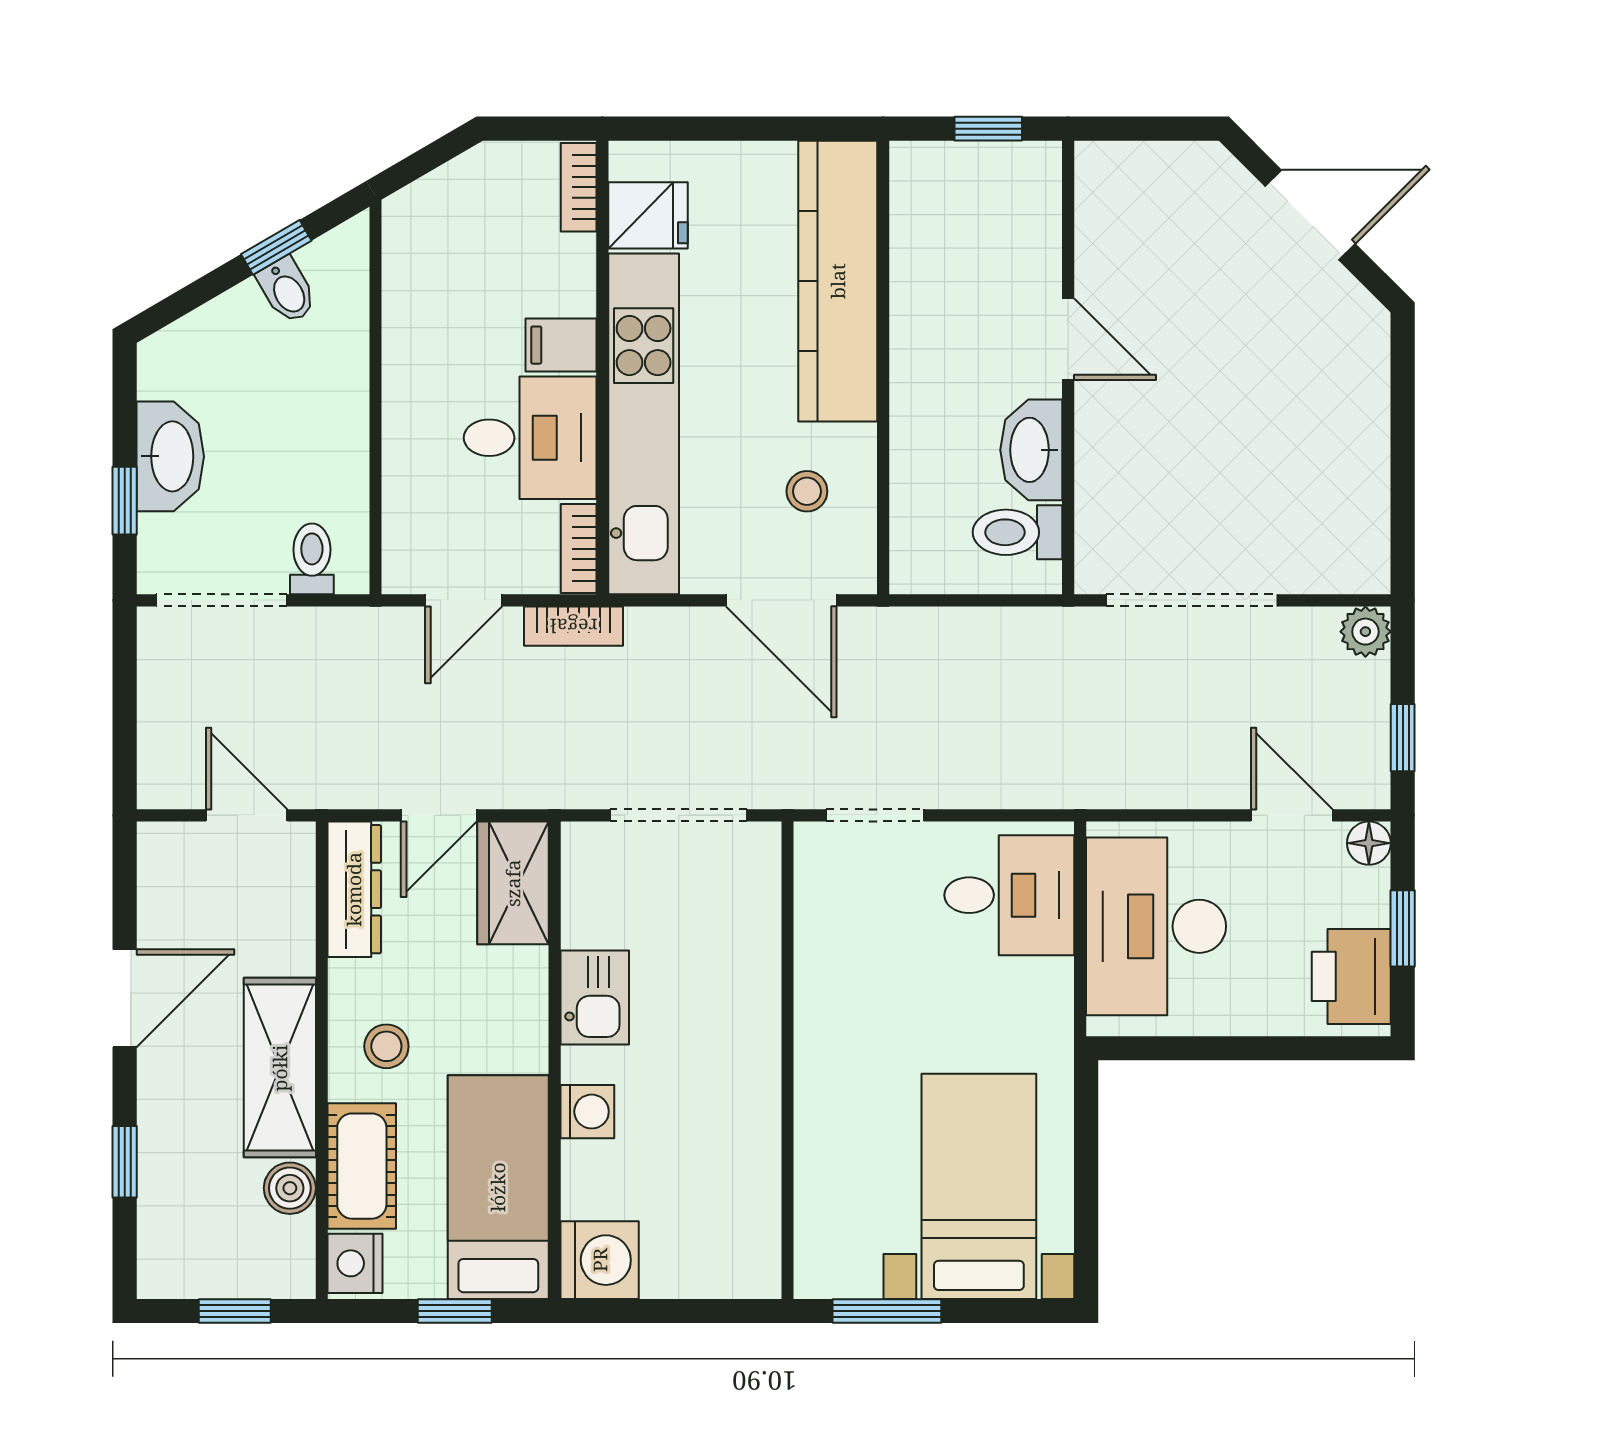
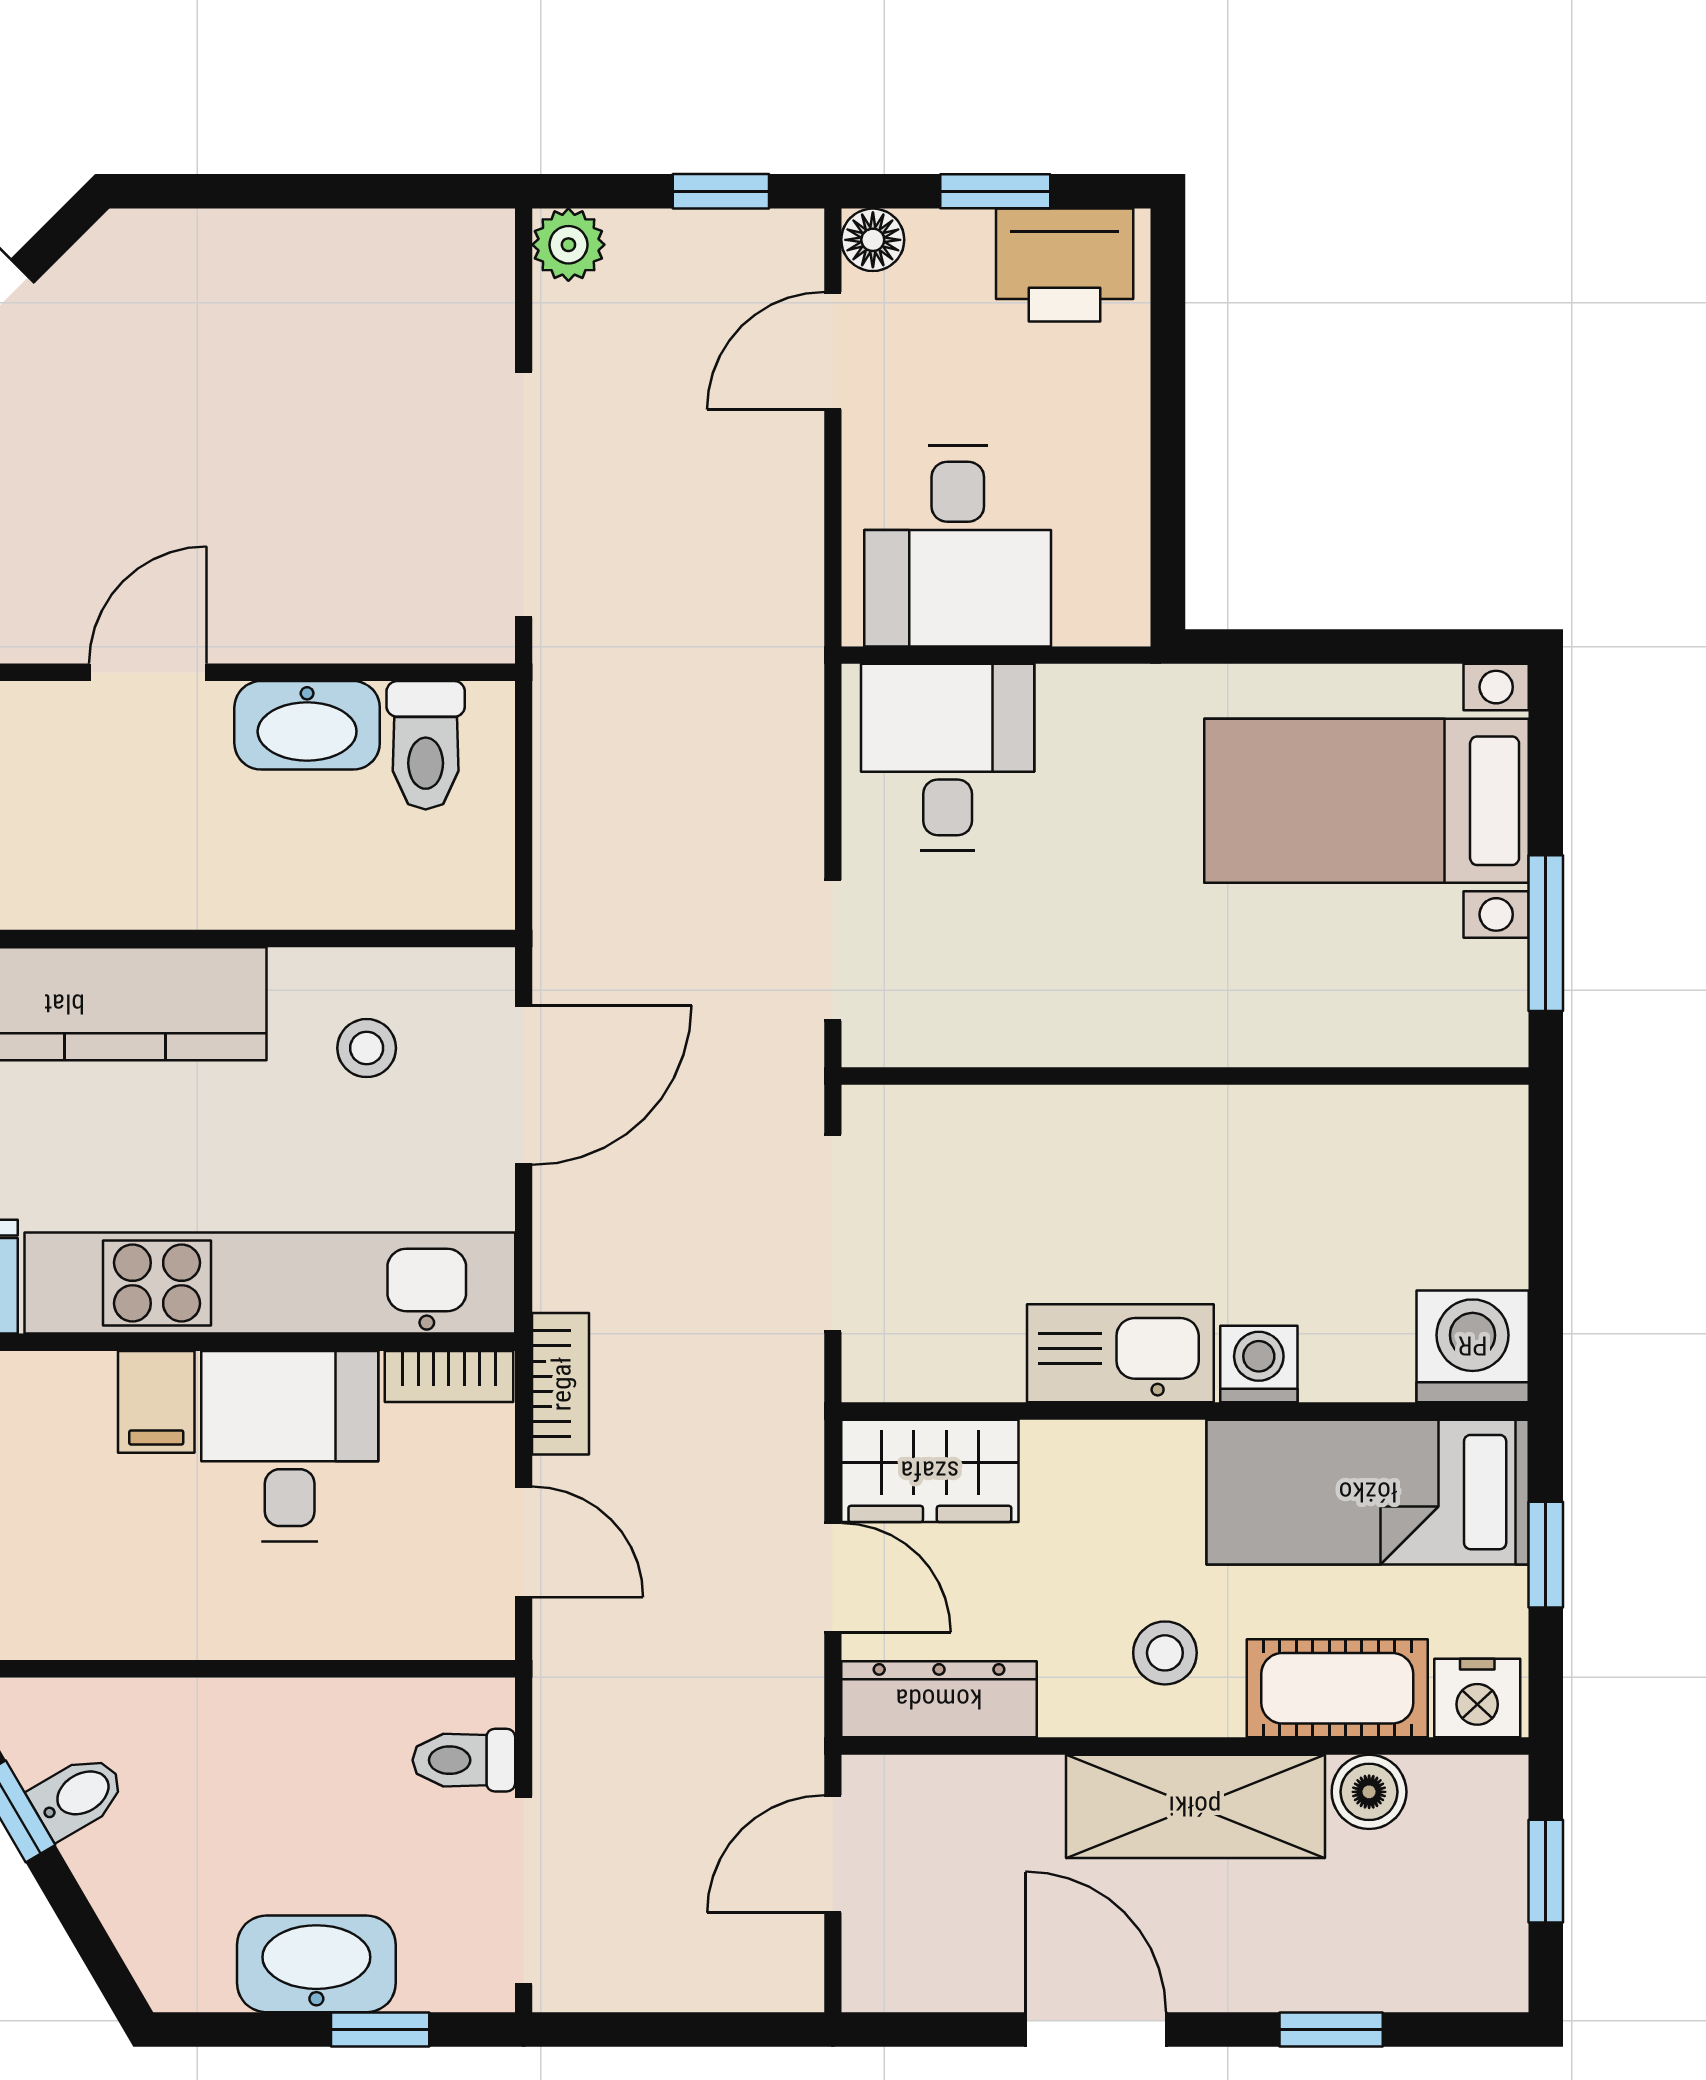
desk: (1156, 926) -> (958, 546), width x0.73
kitchen sink: (595, 998) -> (1120, 1353), width x1.38

